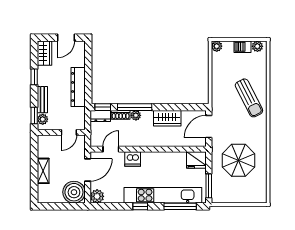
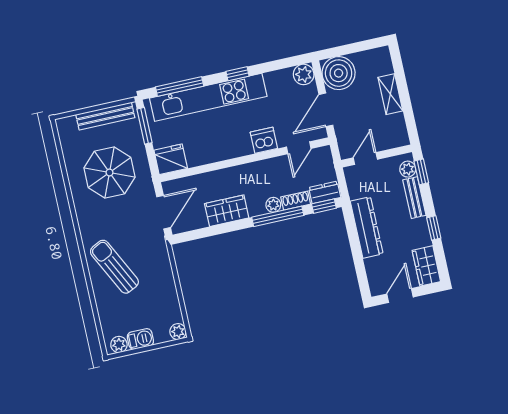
bench: (233, 198) -> (105, 116), added

